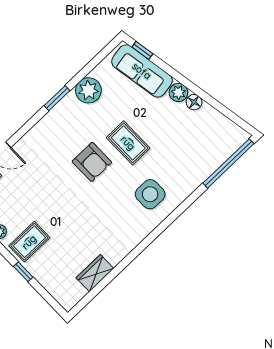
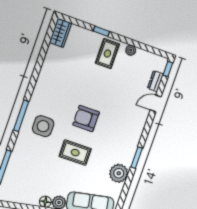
armchair: (92, 162) -> (86, 118), moved
window: (170, 220) -> (21, 116), added
wardrobe: (95, 273) -> (60, 33), moved

